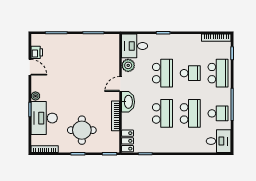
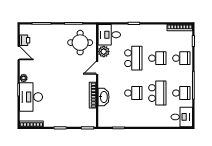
school desk: (218, 73) -> (181, 58), width x0.54
washbasin: (128, 102) -> (104, 97), moved
school desk: (162, 113) -> (133, 93), width x0.54
round table: (82, 130) -> (80, 43), moved
locker: (128, 141) -> (103, 117), removed

